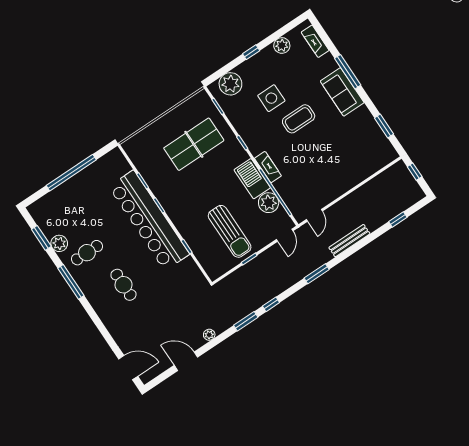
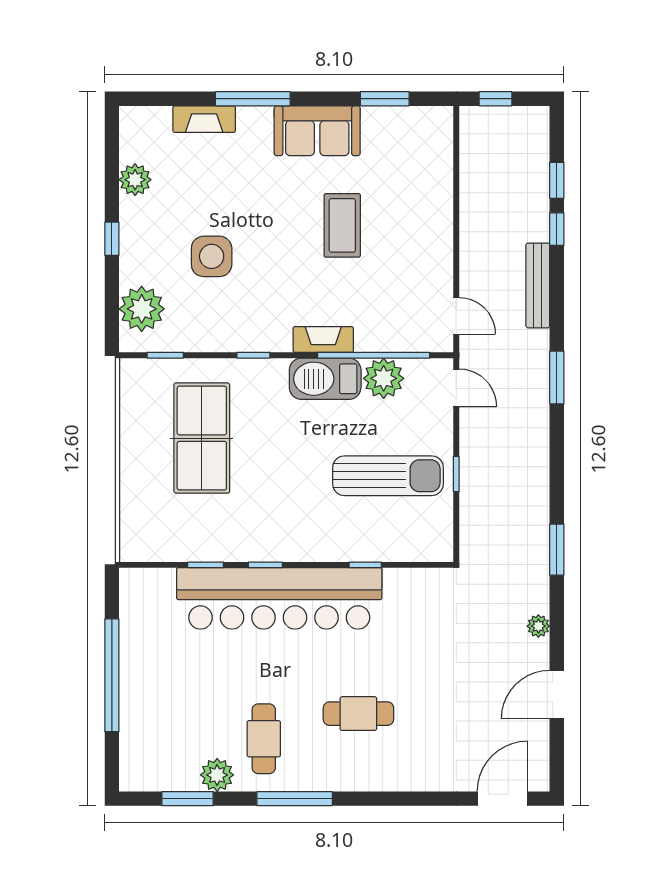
fireplace: (315, 41) -> (204, 119), moved
sofa: (342, 92) -> (317, 131), moved
coffee table: (299, 119) -> (342, 225), moved
window: (271, 304) -> (557, 229), moved

